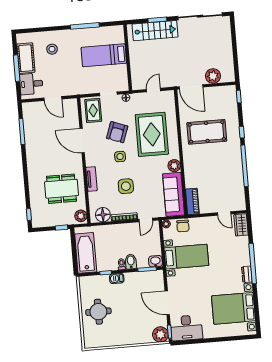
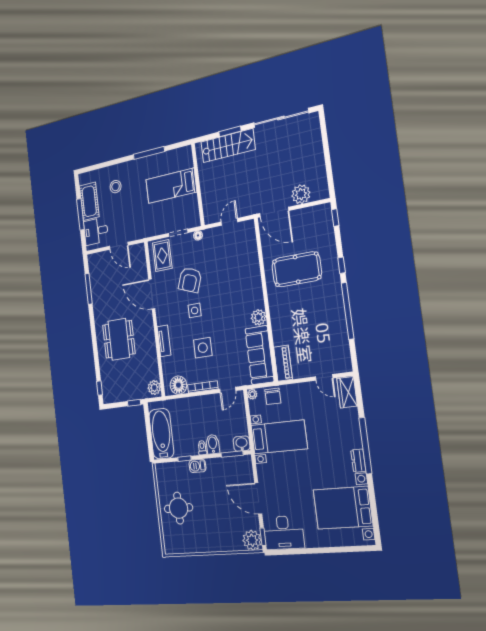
rug: (152, 134) -> (230, 279), removed
dining table: (62, 189) -> (119, 339), moved, turned 90

